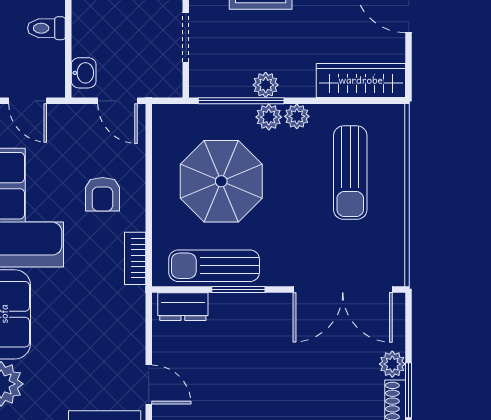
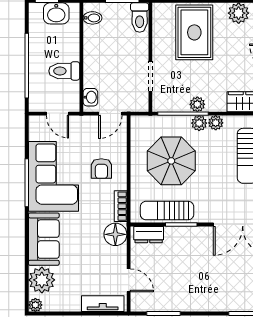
toilet: (46, 28) -> (64, 71), width x1.37, depth x1.39
door: (118, 101) -> (110, 114), hinge flipped
floor lamp: (126, 306) -> (115, 234), added

